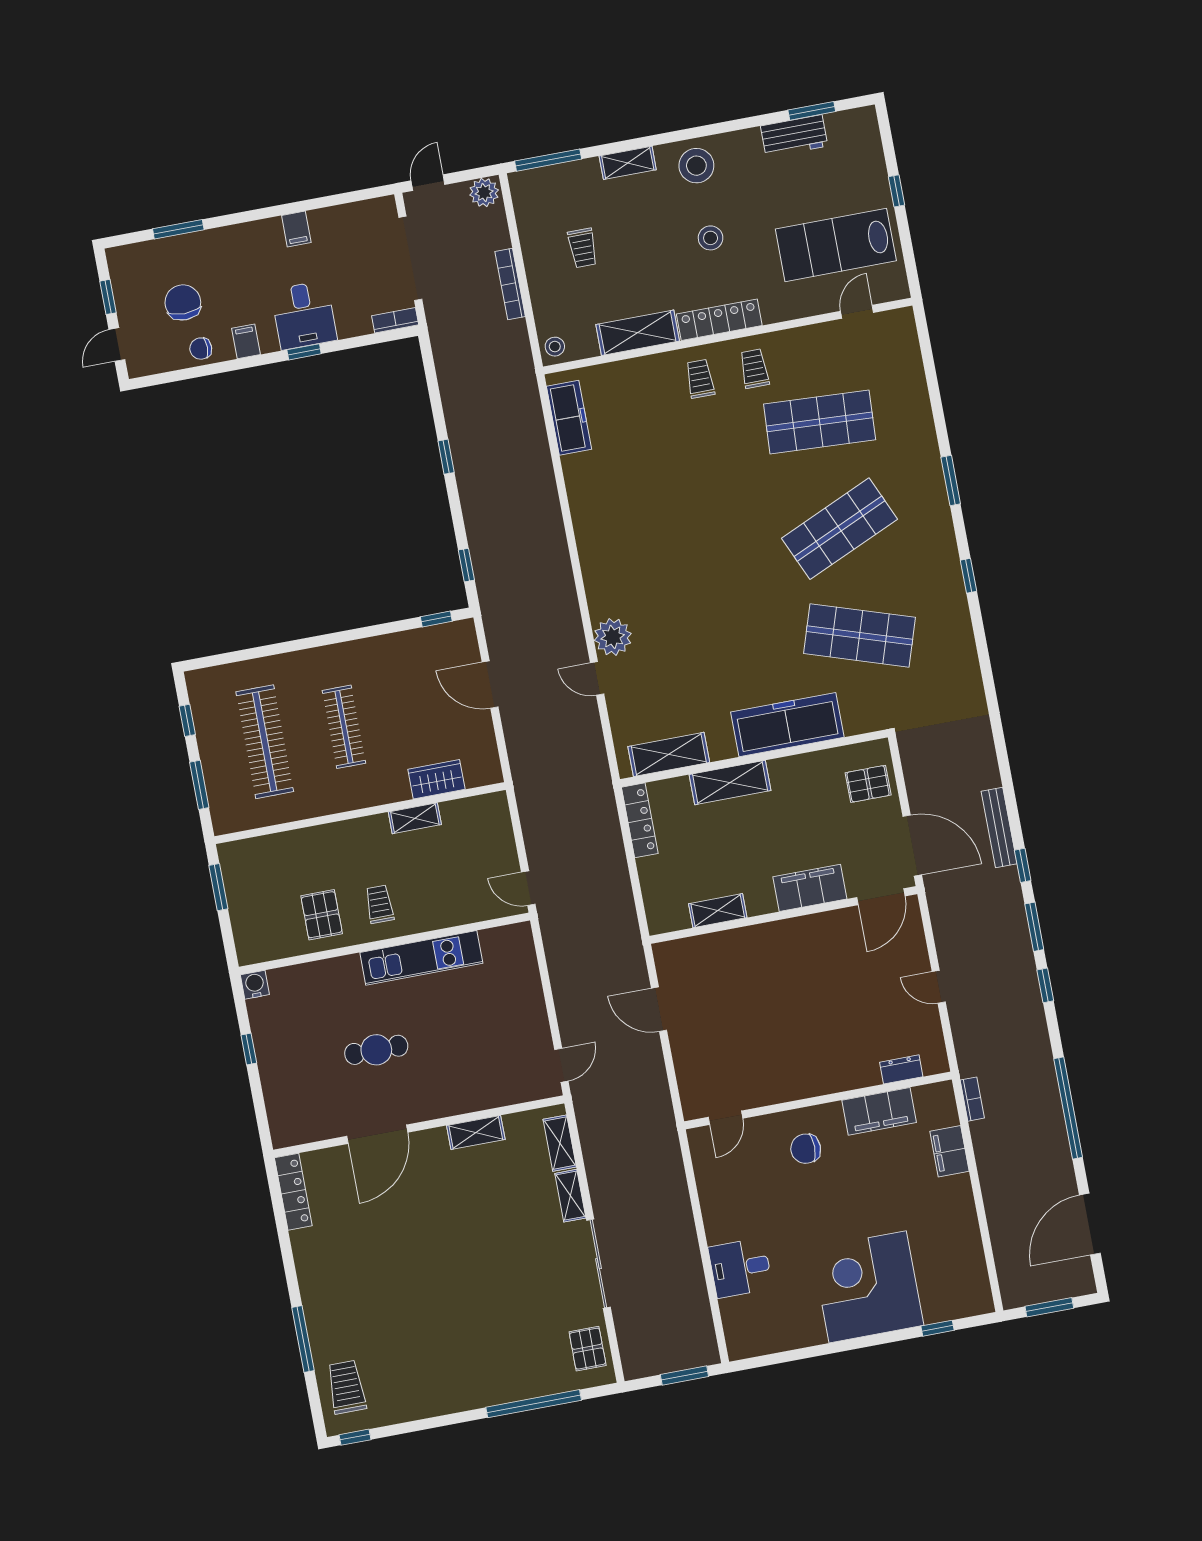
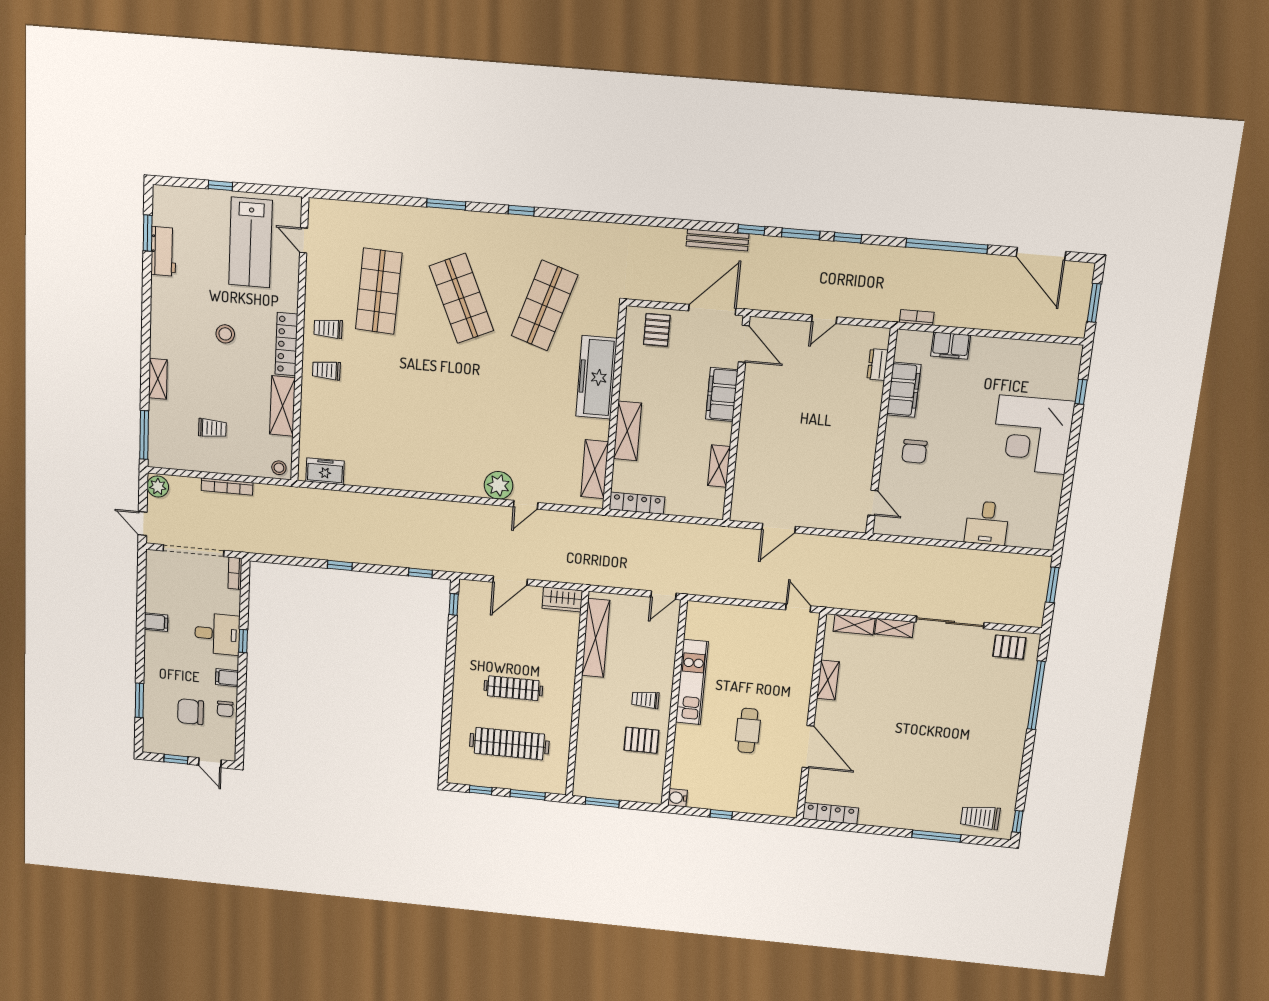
stool: (696, 166) -> (170, 330), removed
freezer: (569, 418) -> (325, 471), width x0.71
wardrobe: (436, 779) -> (562, 599), moved, turned -90
shelving: (415, 818) -> (596, 638), width x2.20, depth x1.33

